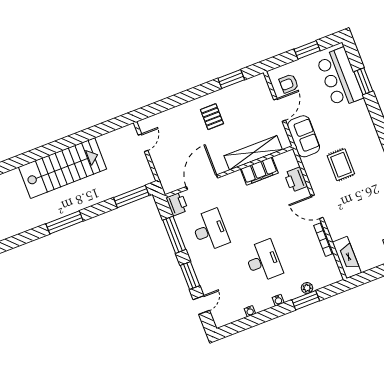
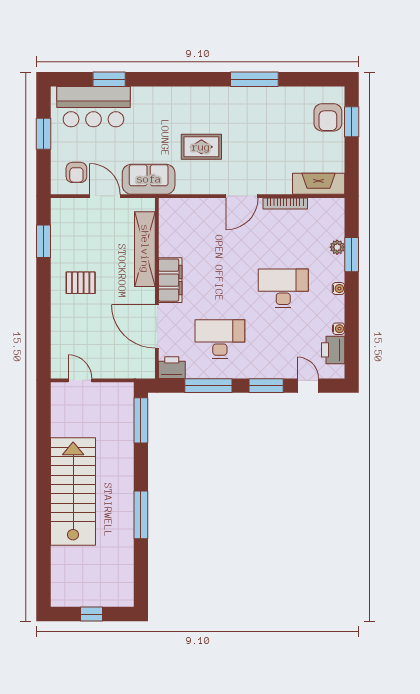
filing cabinet: (259, 171) -> (170, 280), moved
printer: (296, 180) -> (333, 350), moved, turned 90

